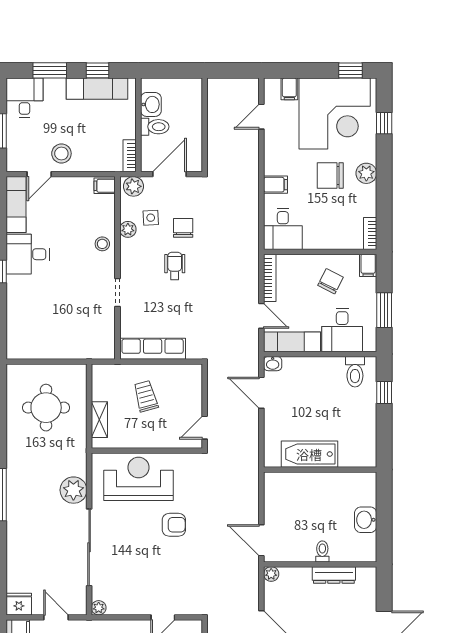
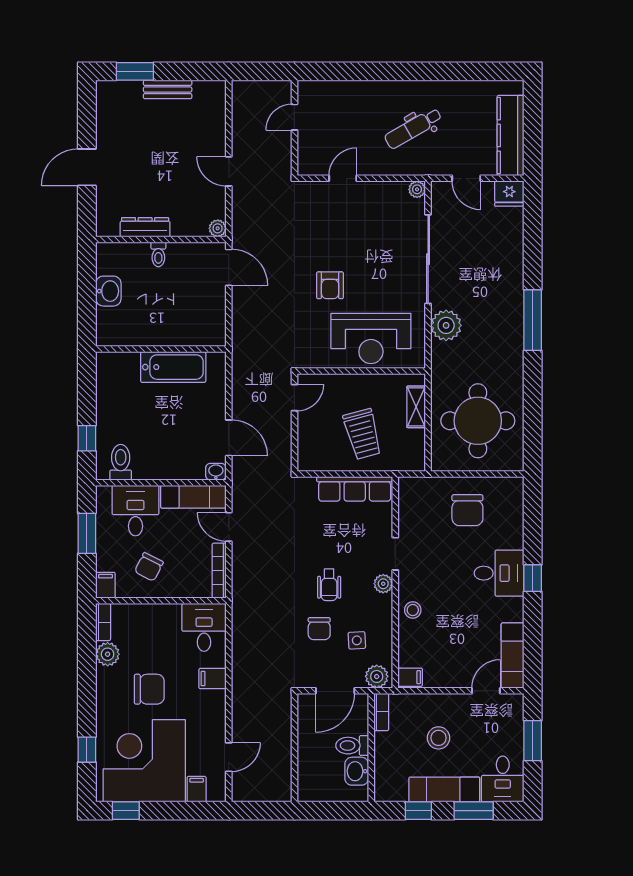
exam couch: (97, 89) -> (444, 789), moved
stool: (61, 153) -> (439, 738), moved
plant: (366, 173) -> (108, 654), moved
plant: (128, 229) -> (383, 584), moved
desk: (28, 254) -> (499, 573), moved
chair: (55, 330) -> (467, 510), added
trolley: (146, 396) -> (363, 434), width x1.36, depth x1.39
round table: (46, 408) -> (478, 421), width x1.36, depth x1.36
armchair: (174, 525) -> (330, 285), turned -90

